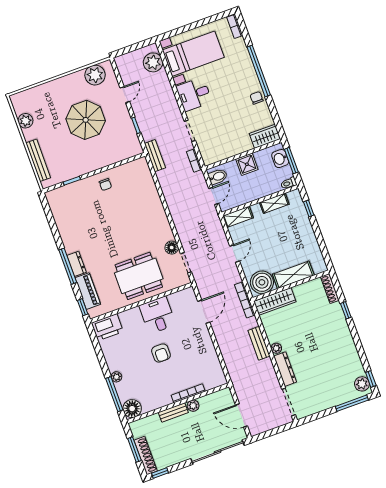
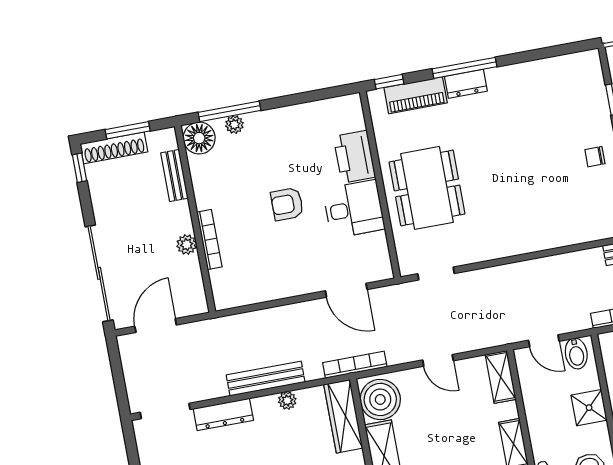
floor lamp: (172, 248) -> (467, 253), removed
printer: (107, 327) -> (354, 157), moved
bench: (259, 343) -> (266, 379), width x1.36
plant: (276, 348) -> (287, 400), moved
plant: (116, 377) -> (234, 125), moved
bench: (173, 412) -> (174, 176), moved

